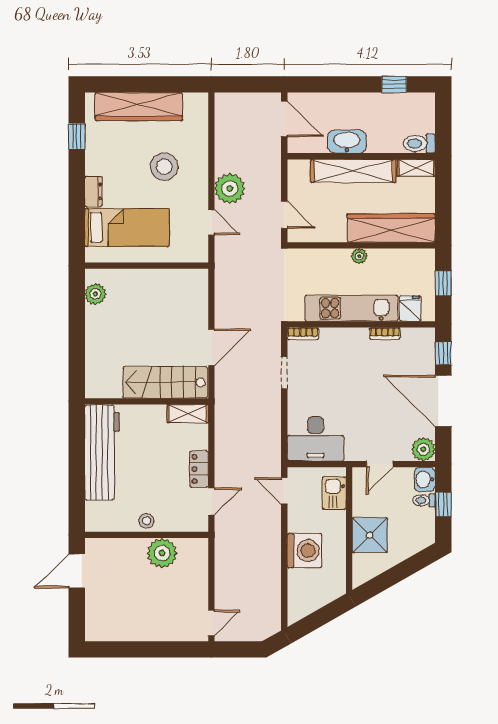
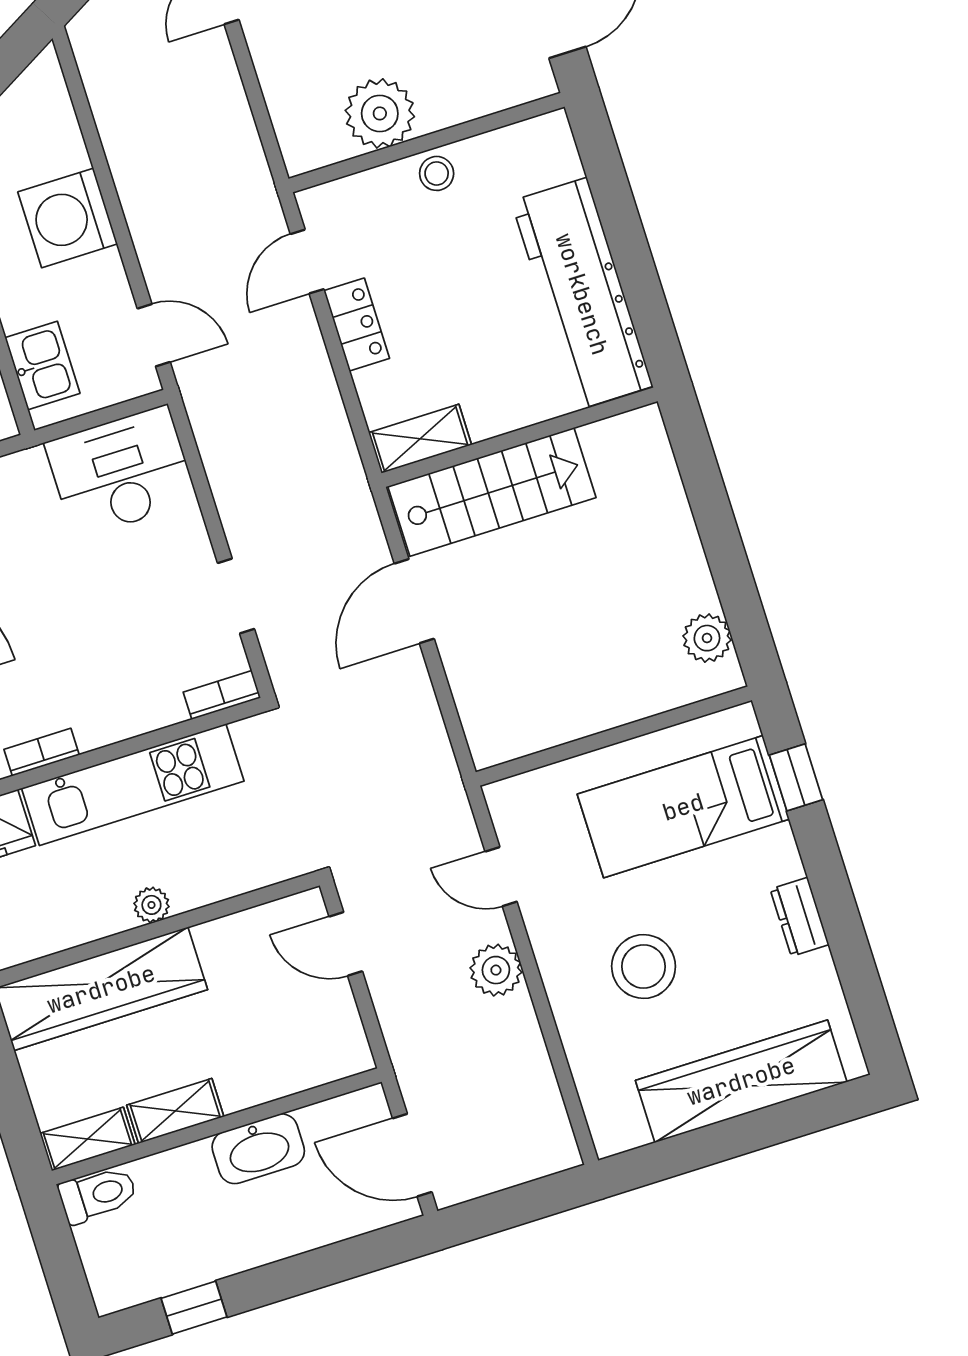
window: (77, 136) -> (796, 777), moved
shelving: (353, 171) -> (175, 1111), width x0.45, depth x0.75
plant: (230, 188) -> (496, 970), width x0.73, depth x0.73
dresser: (93, 192) -> (800, 917), moved

